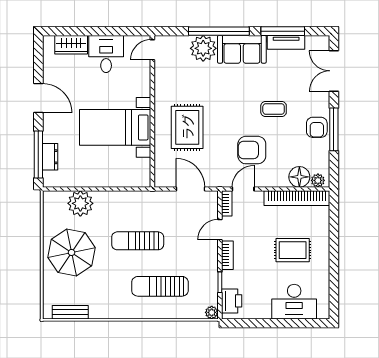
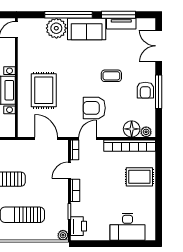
rug: (293, 250) -> (139, 177), moved

